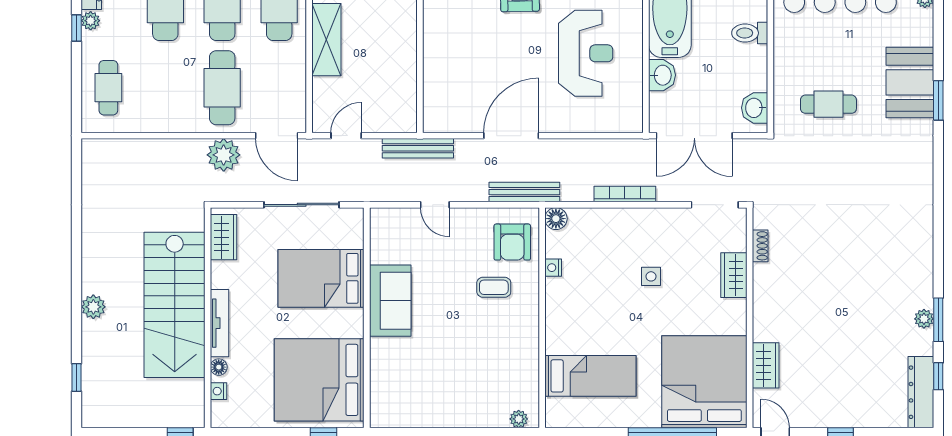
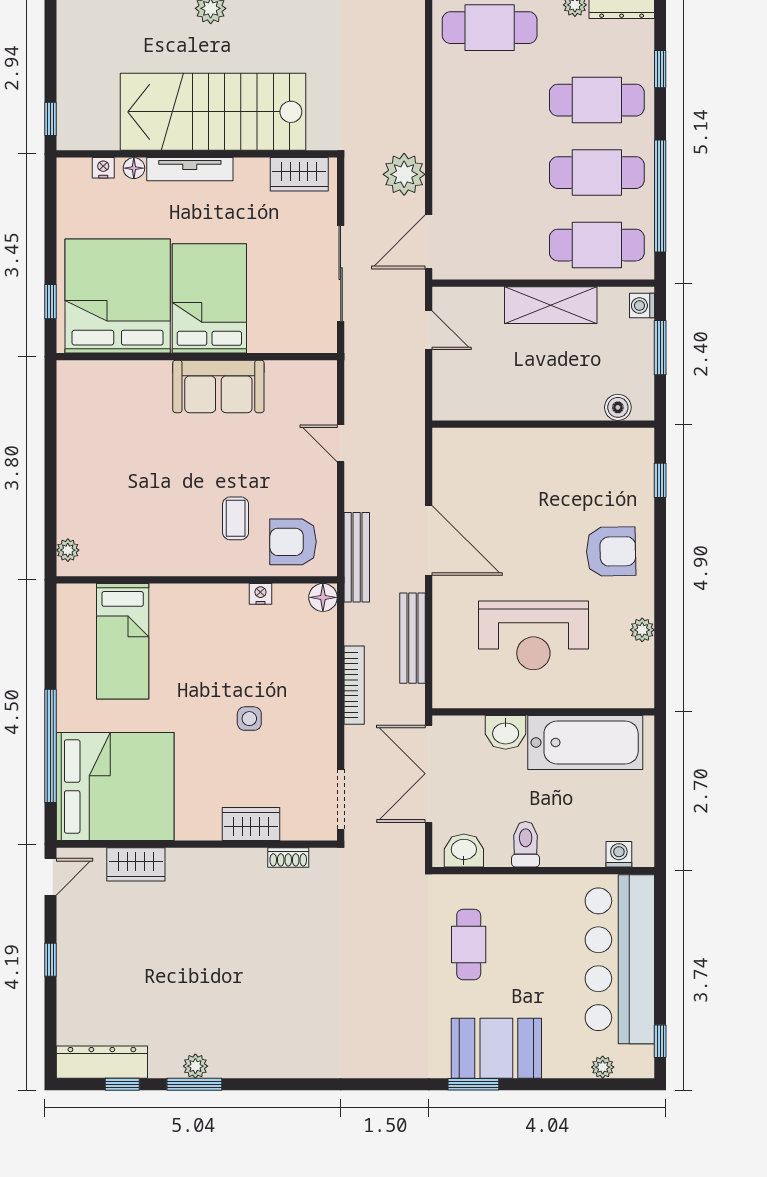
toilet: (750, 33) -> (526, 844), moved
cafe table: (108, 88) -> (490, 28), width x1.37, depth x1.35
cafe table: (222, 88) -> (490, 173), removed
bench: (418, 148) -> (413, 638), moved
door: (435, 205) -> (341, 443), hinge flipped
bed: (321, 278) -> (209, 298), moved

